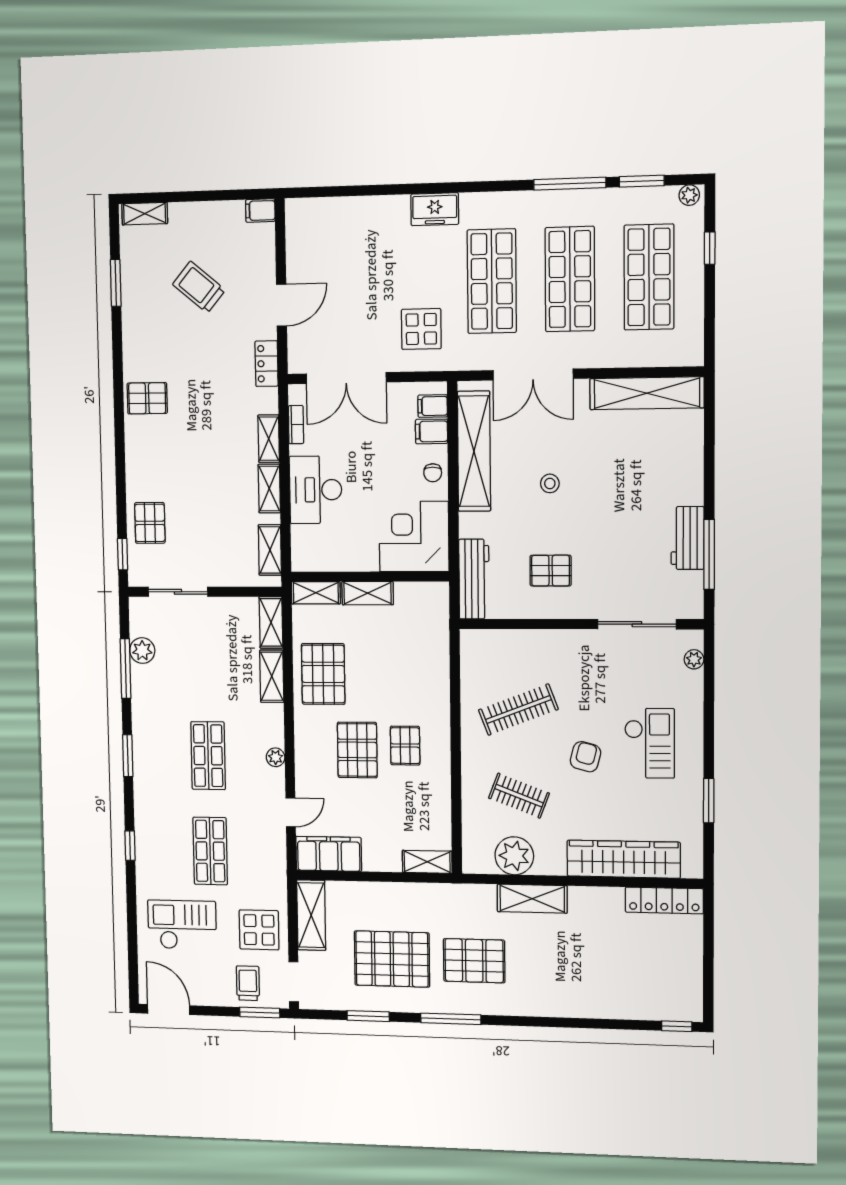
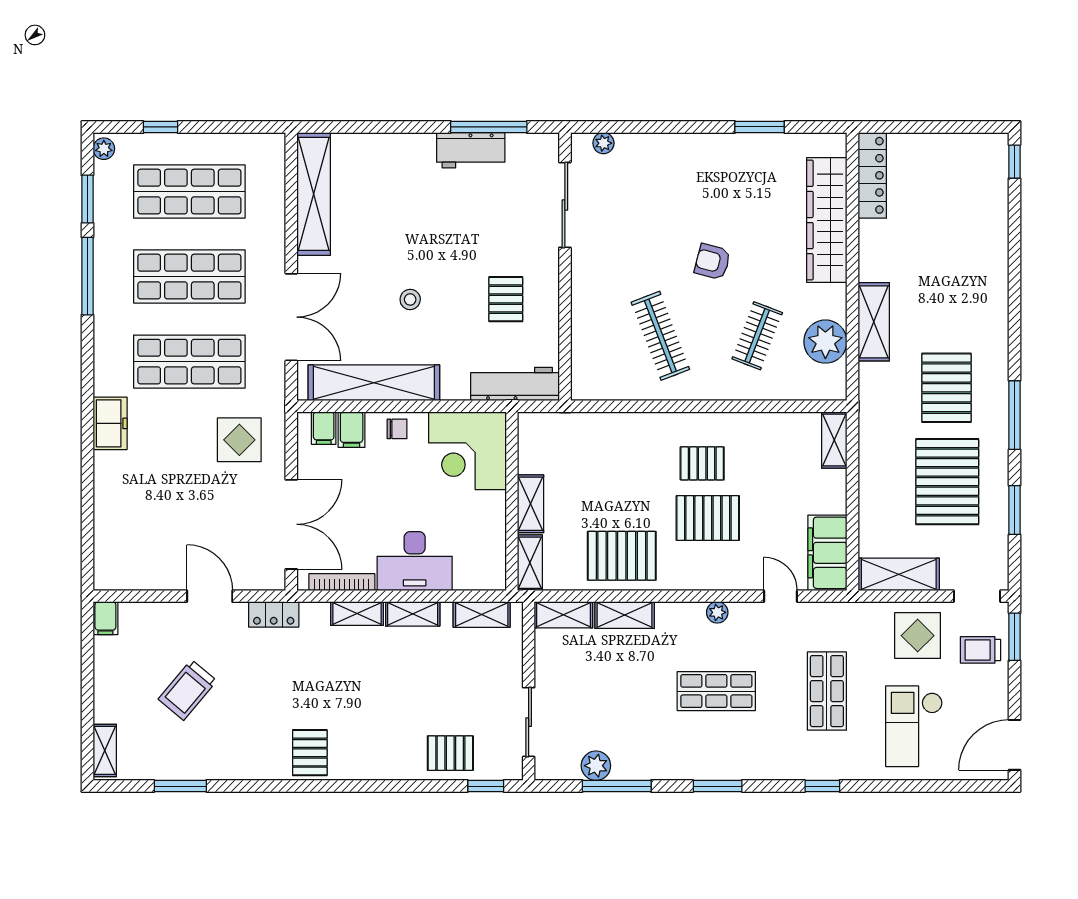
bookcase: (296, 425) -> (342, 582), width x1.56
checkout: (650, 743) -> (697, 191), removed
shop shelf: (210, 851) -> (827, 691), turned 90

